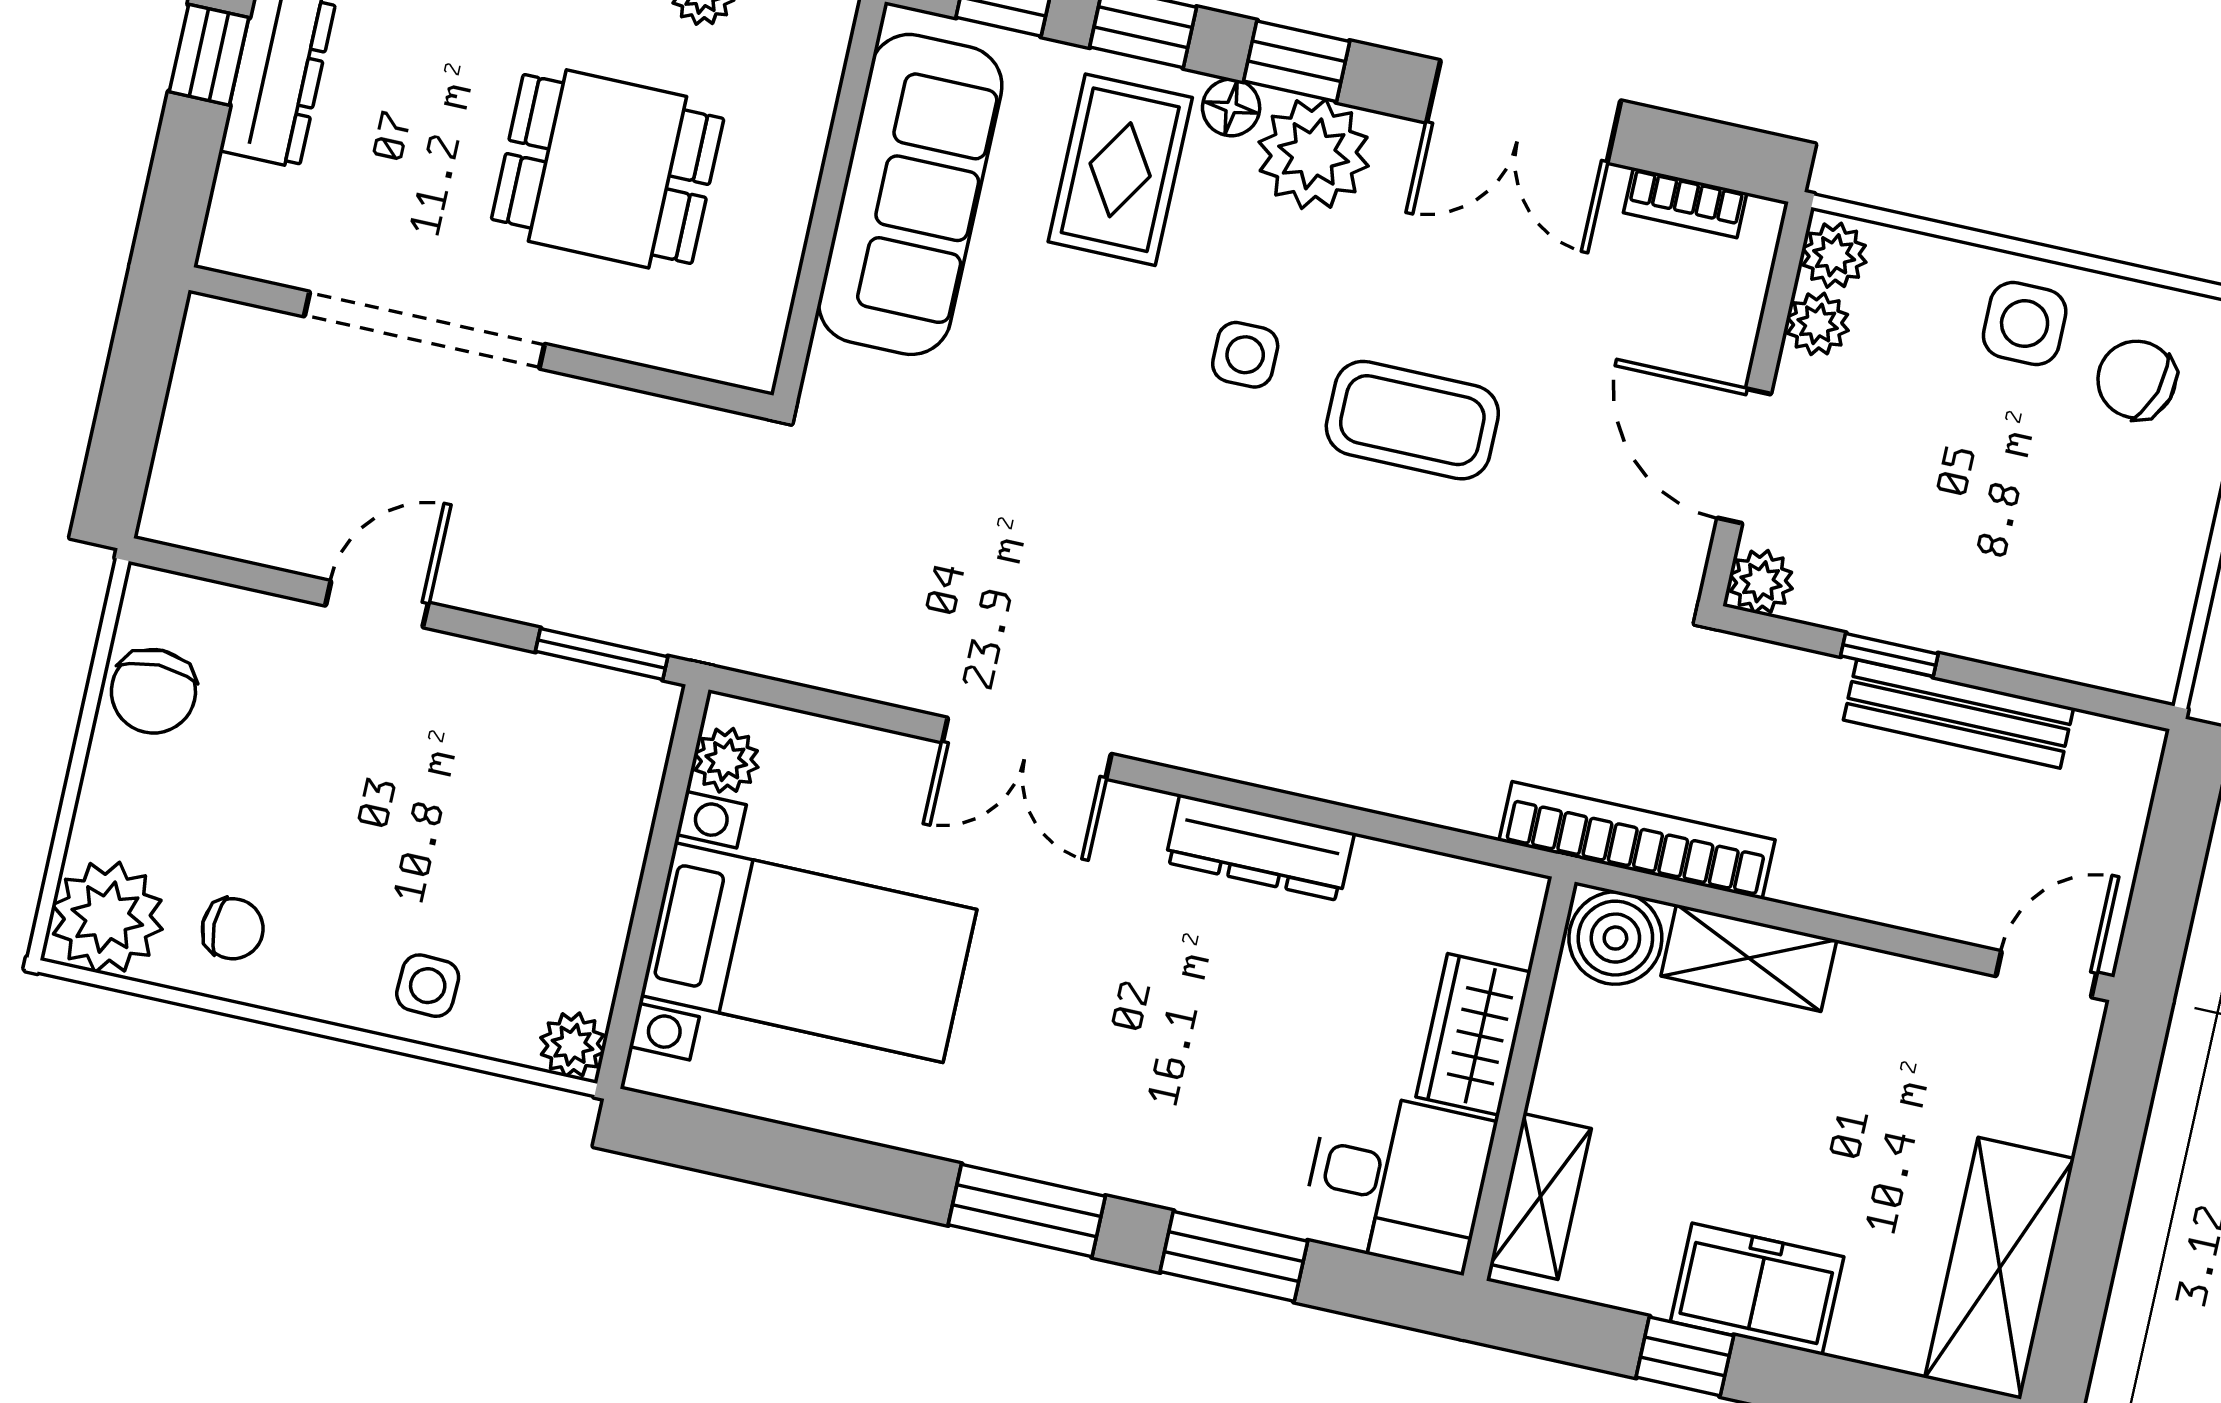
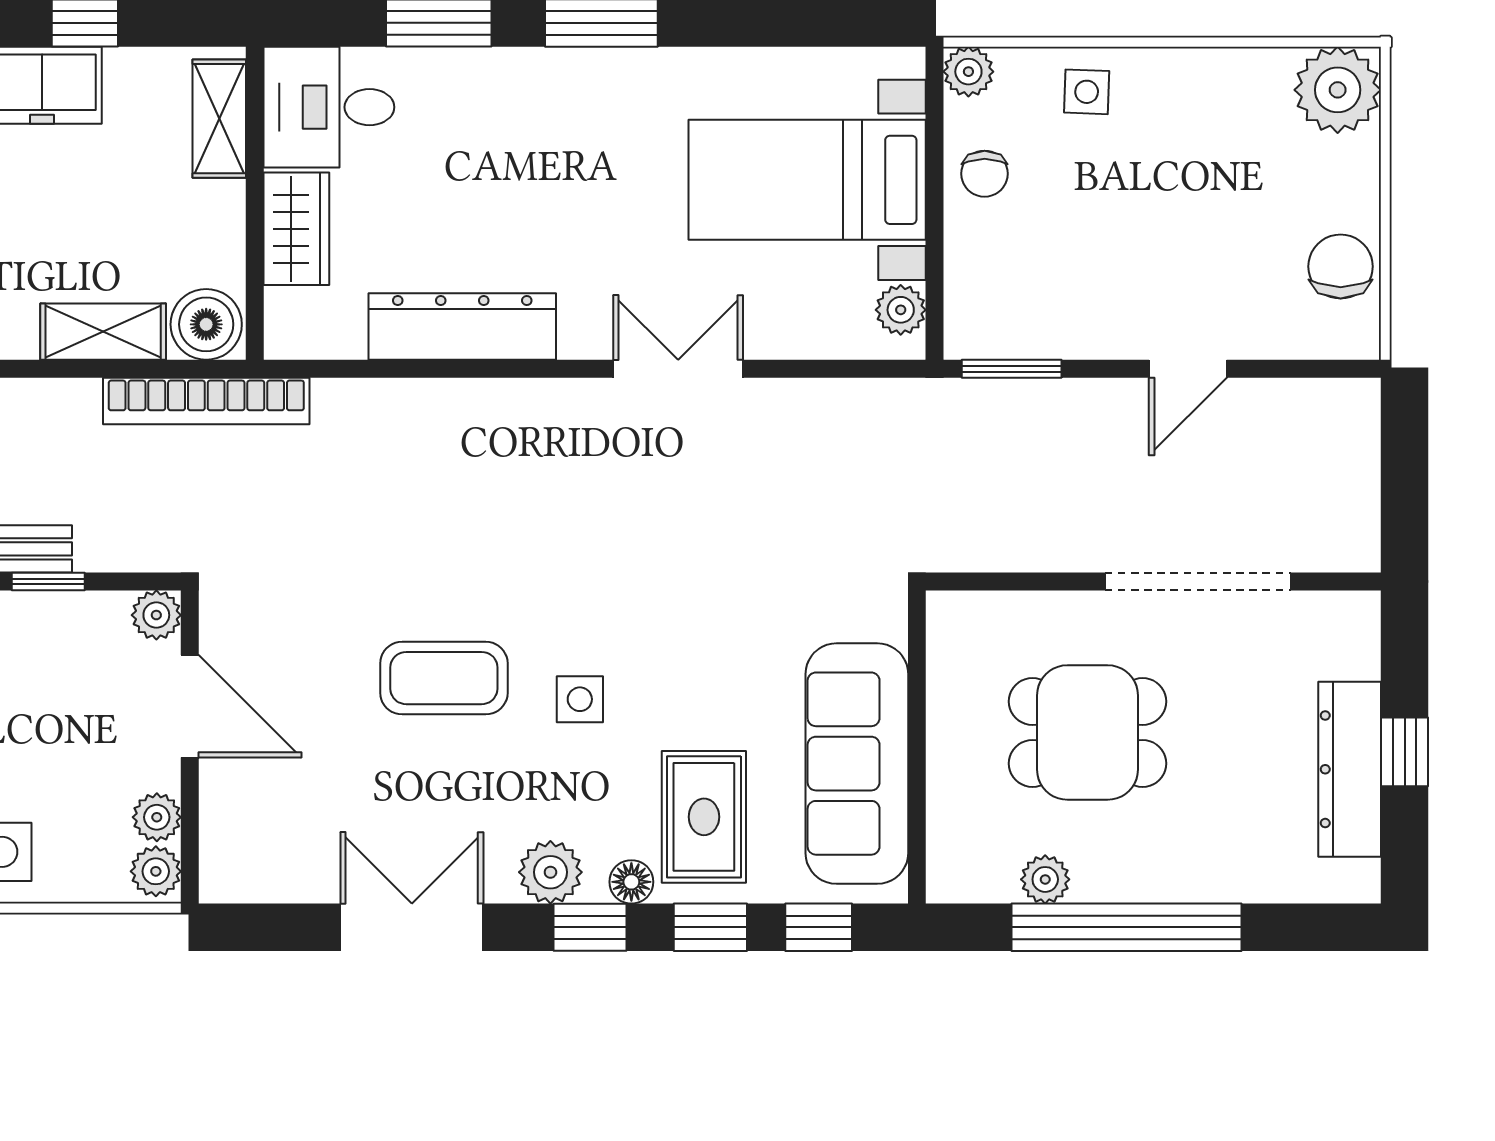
plant: (1314, 154) -> (550, 872), width x0.73, depth x0.73
bookcase: (1685, 203) -> (276, 886), removed
dresser: (1260, 848) -> (462, 327), width x1.37, depth x1.24
chair: (233, 929) -> (985, 174), moved, turned -90

